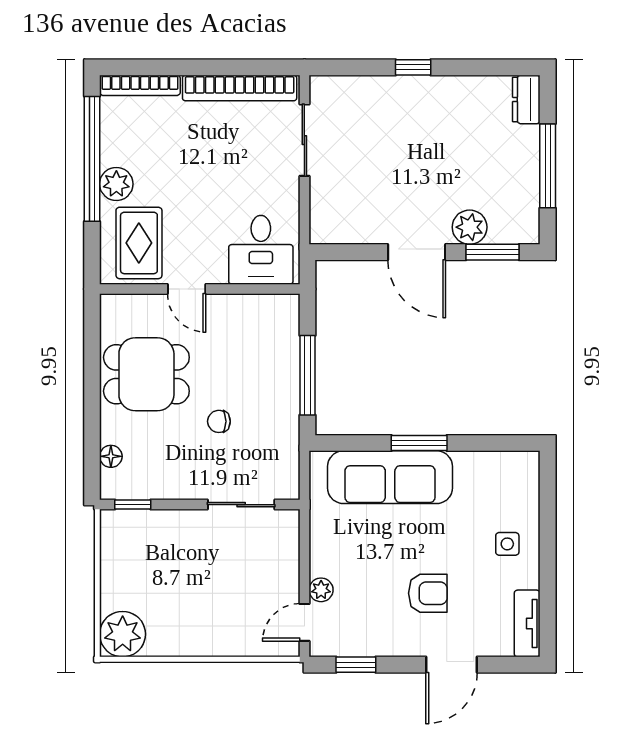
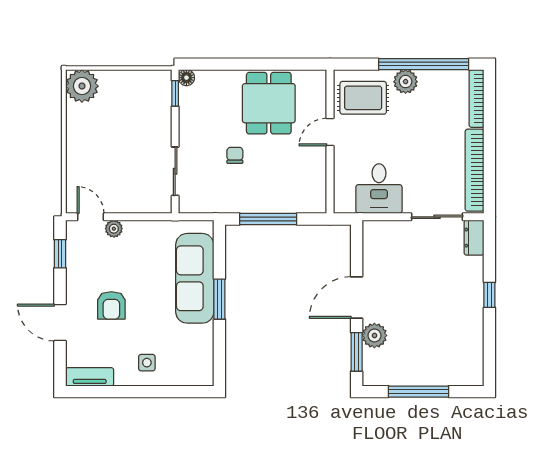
dresser: (526, 99) -> (474, 238), moved, turned -90
desk: (261, 250) -> (379, 189), moved, turned -90
floor lamp: (111, 456) -> (186, 78), moved

